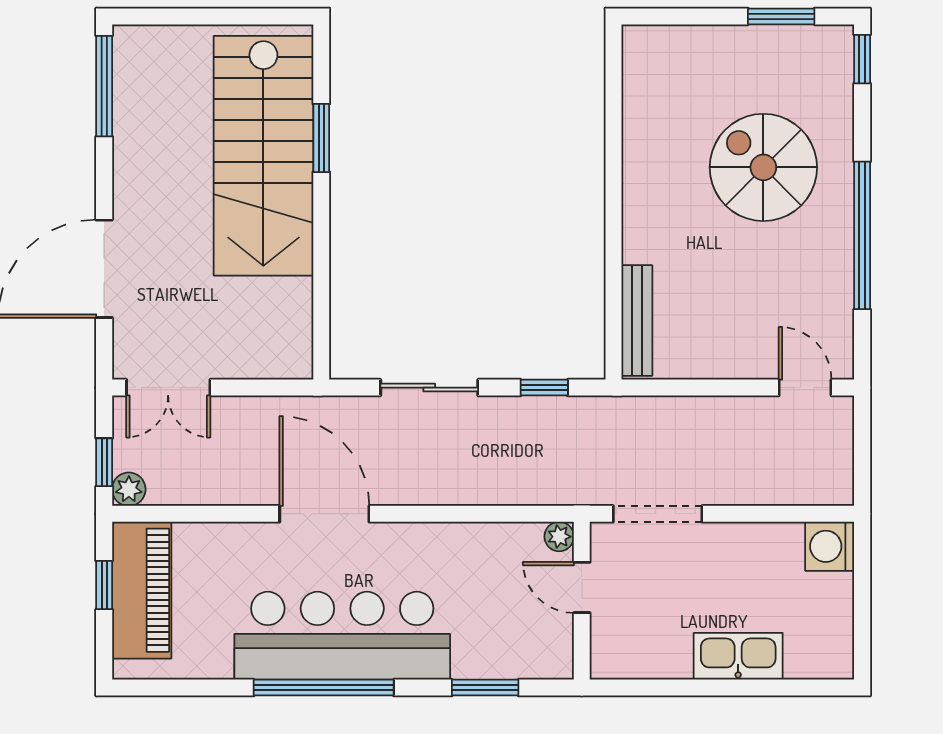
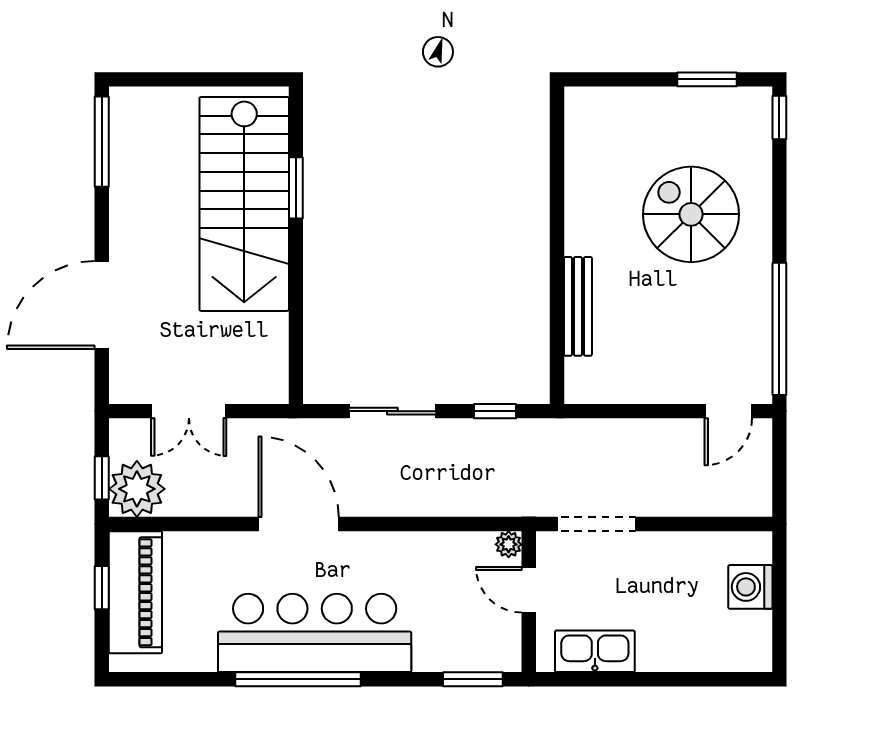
window: (862, 235) -> (779, 329), moved
bench: (637, 321) -> (578, 306), moved
double door: (168, 388) -> (189, 411), moved
door: (805, 388) -> (728, 411), swing flipped
plant: (129, 489) -> (137, 489), width x1.88, depth x1.88
washing machine: (830, 546) -> (750, 587), moved
kitchen sink: (738, 656) -> (595, 651), moved
window: (485, 688) -> (473, 679), moved

